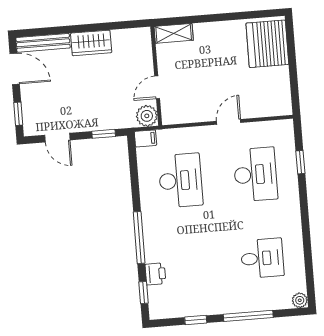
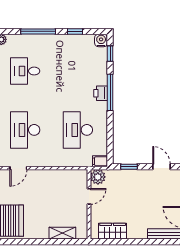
shelving: (174, 33) -> (62, 233), moved
wardrobe: (91, 43) -> (113, 231), moved
door: (229, 122) -> (18, 168), moved
printer: (155, 274) -> (101, 93), moved
water cooler: (158, 310) -> (101, 40), added

